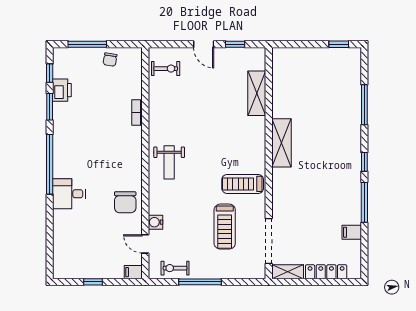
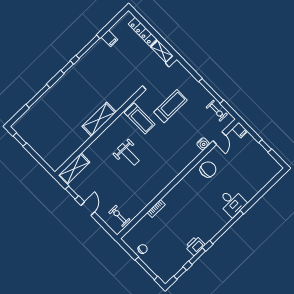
printer: (62, 90) -> (195, 246), moved
shelving: (257, 93) -> (74, 169), moved
weight bench: (169, 162) -> (128, 154), moved, turned 90

